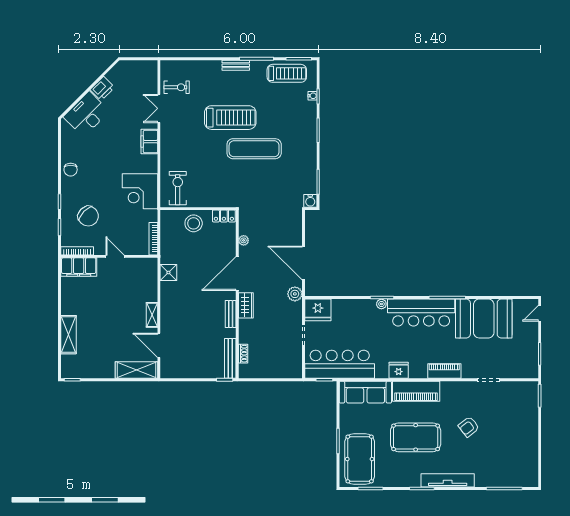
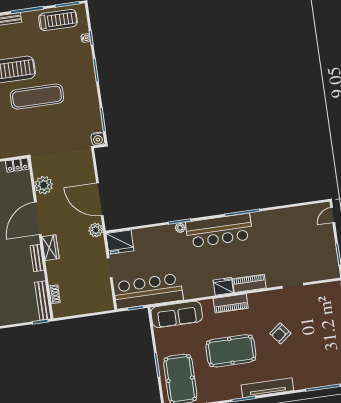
plant: (244, 240) -> (44, 185), width x1.88, depth x1.88
booth: (484, 319) -> (280, 228), removed
fridge: (399, 370) -> (223, 286), moved
piano: (416, 391) -> (231, 303), width x0.73, depth x0.75

